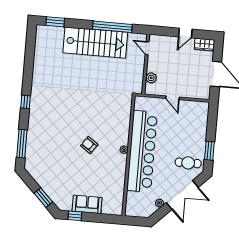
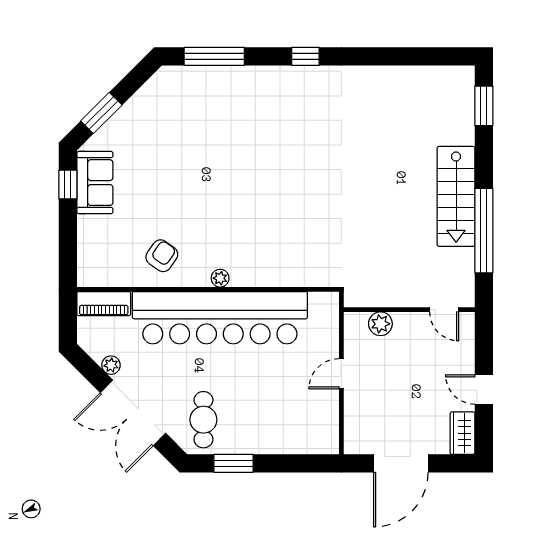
stairs: (95, 43) -> (456, 196), width x0.73, depth x0.66
door: (147, 48) -> (444, 310), swing flipped
armchair: (89, 145) -> (162, 256), moved
sofa: (87, 204) -> (95, 183), moved
piano: (131, 204) -> (104, 304), added

